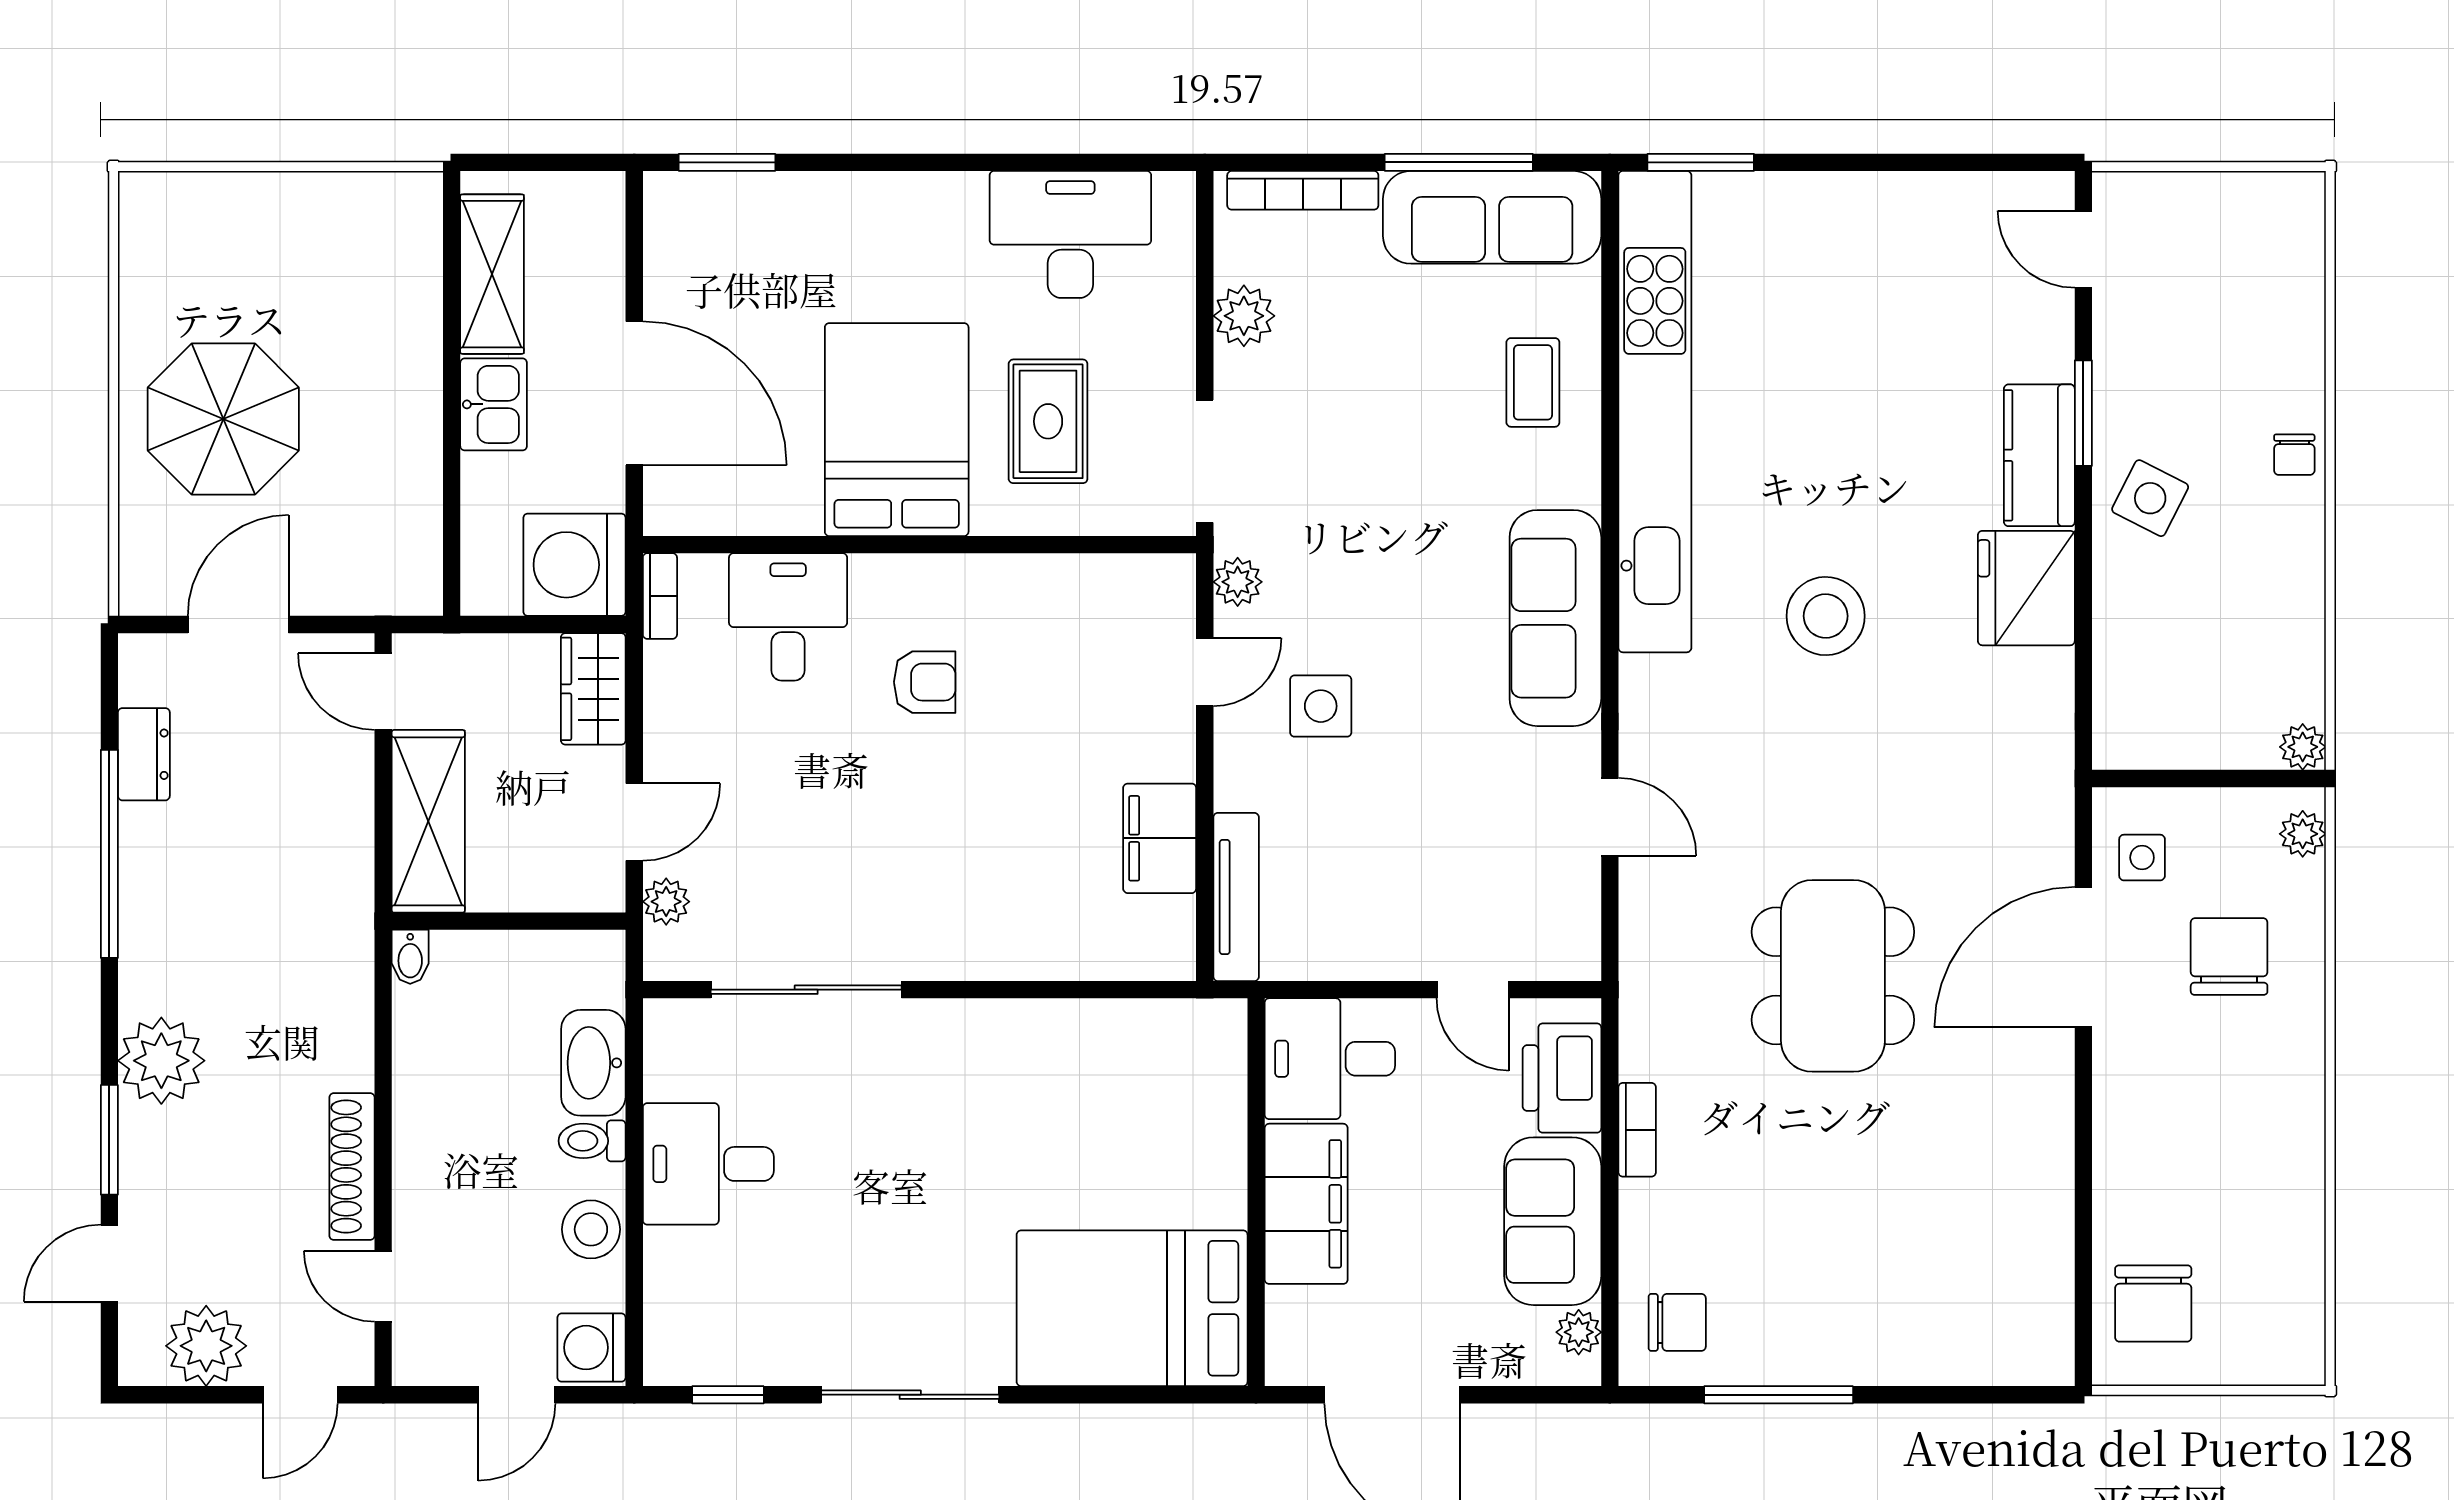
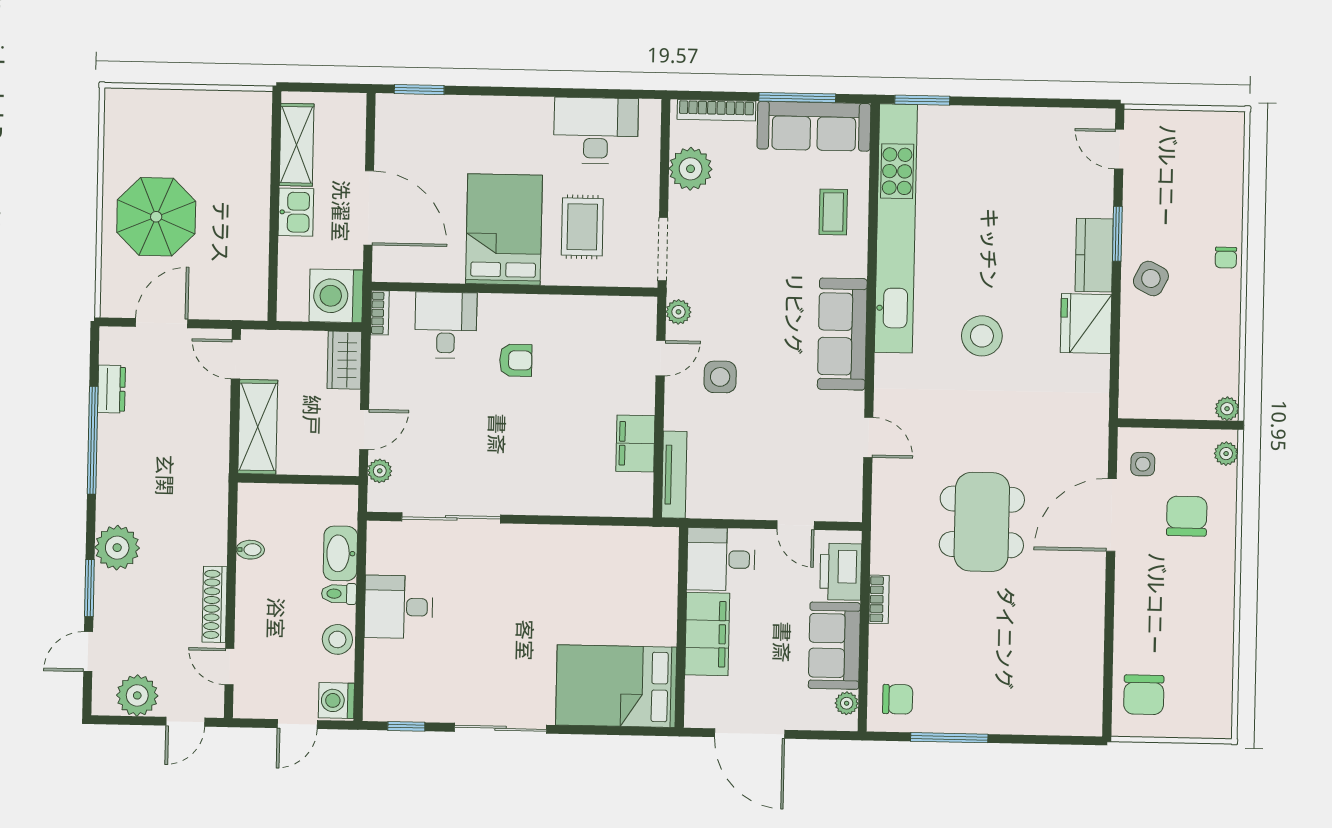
plant: (1244, 316) -> (691, 169), width x1.36, depth x1.36
bidet: (410, 957) -> (250, 550), moved, turned -90

